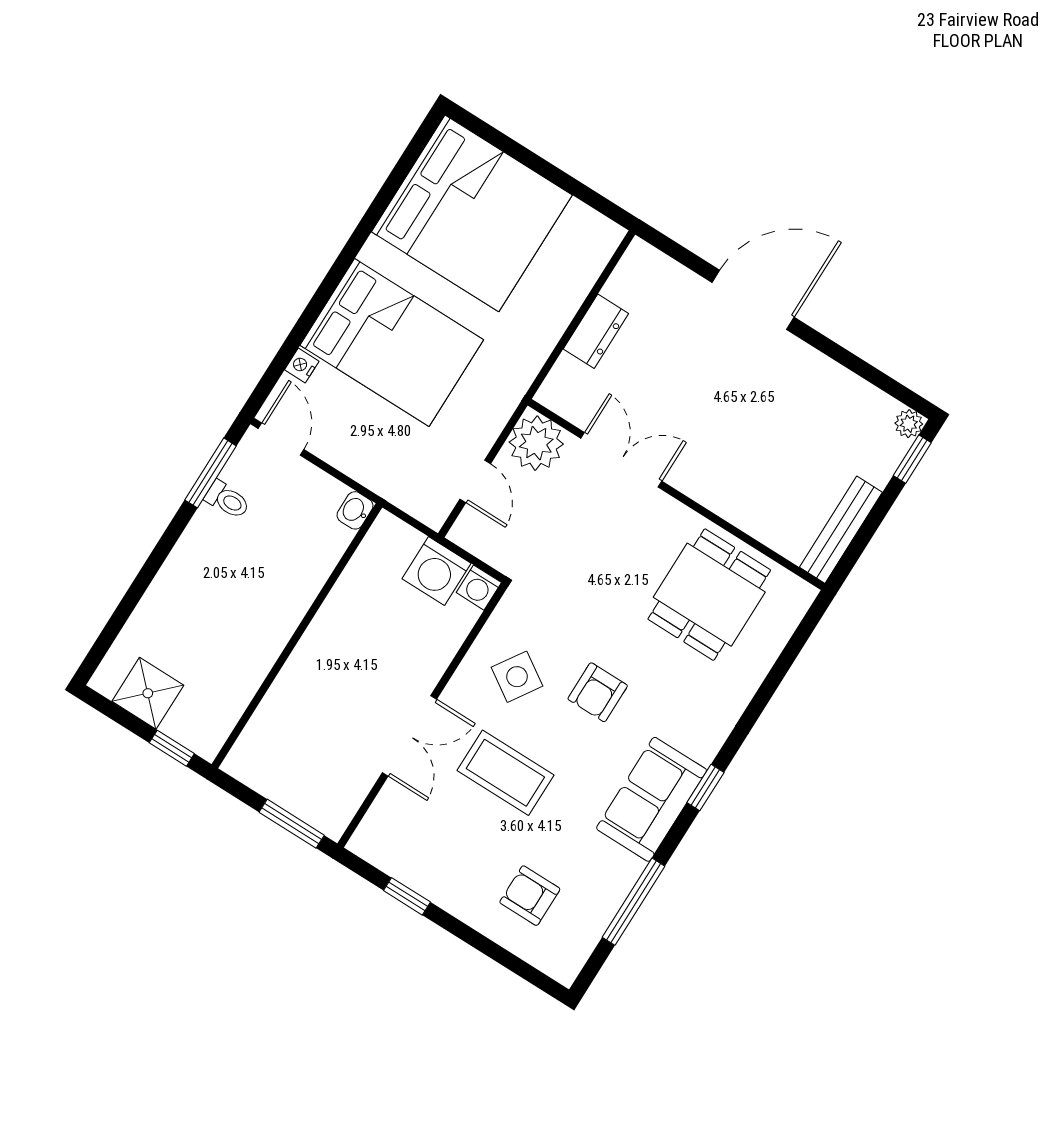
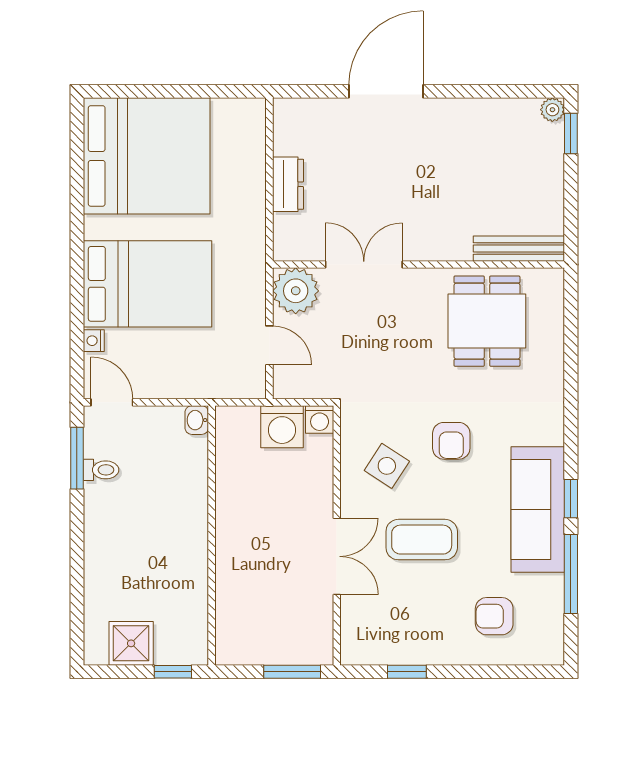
bench: (841, 530) -> (519, 249), moved, turned 90
window: (705, 787) -> (571, 499), moved
sofa: (652, 799) -> (538, 509), width x1.36

